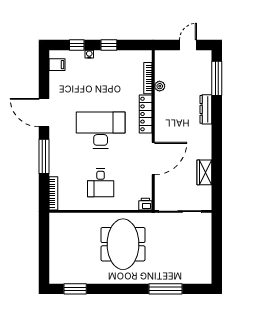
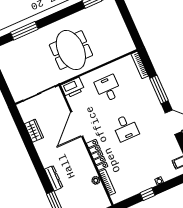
window: (77, 45) -> (171, 184), removed
desk: (101, 130) -> (125, 128), width x0.53, depth x0.77
printer: (145, 204) -> (73, 88), width x1.87, depth x1.48

